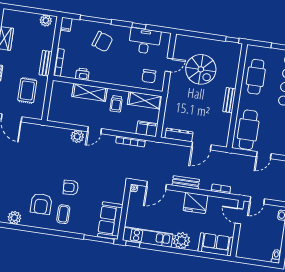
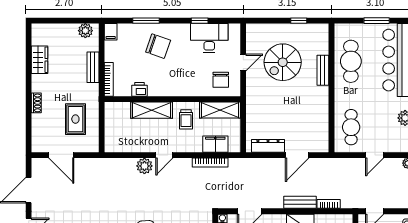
window: (96, 20) -> (146, 21), width x0.69
window: (232, 40) -> (299, 21), moved
bench: (46, 63) -> (93, 67), moved
spiral stairs: (201, 69) -> (283, 62), turned 90
bench: (229, 100) -> (323, 70), moved
filing cabinet: (147, 129) -> (215, 144), moved
cafe table: (248, 130) -> (351, 127), width x0.73, depth x0.74
bench: (186, 182) -> (300, 202), moved

